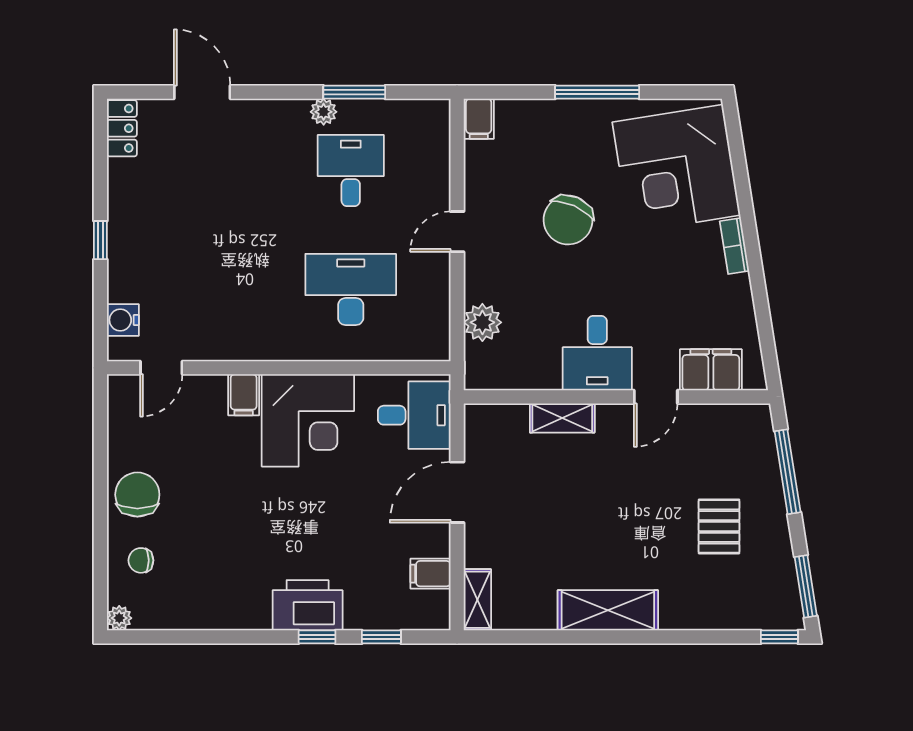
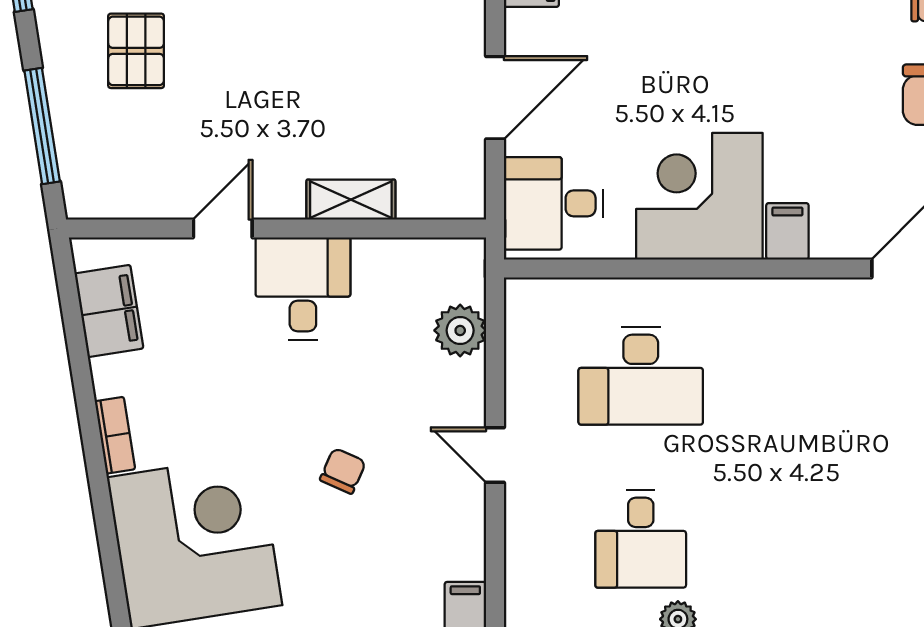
chair: (568, 220) -> (343, 471), width x0.54, depth x0.54
door: (457, 232) -> (495, 455), swing flipped
filing cabinet: (711, 370) -> (109, 311), moved, turned -99

